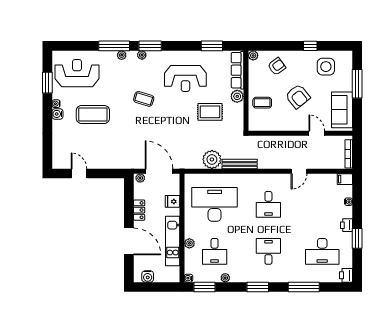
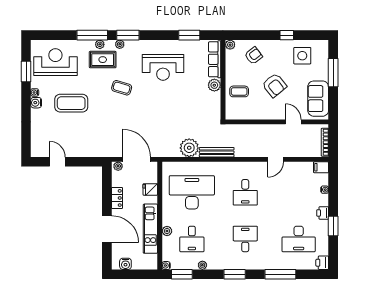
rug: (210, 112) -> (103, 60), moved

